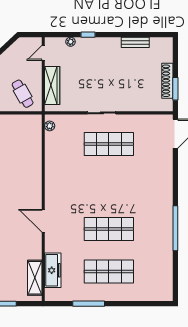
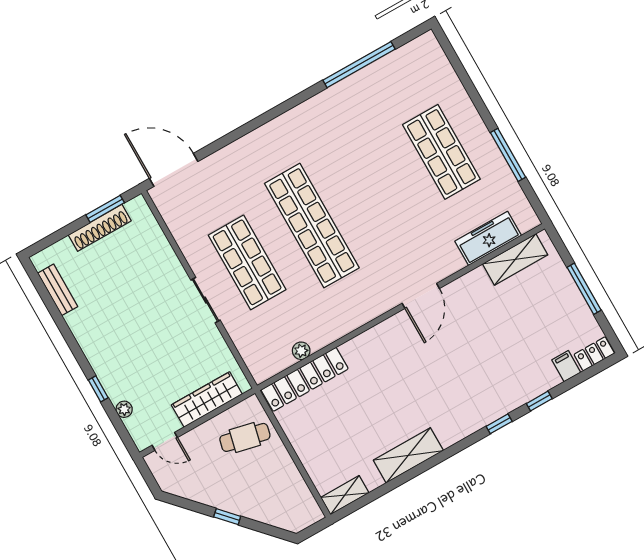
bench: (135, 42) -> (58, 290), moved
cafe table: (23, 94) -> (245, 437), turned 43
plant: (50, 126) -> (301, 351), moved
locker: (35, 140) -> (305, 379), added
window: (175, 228) -> (359, 65), moved
shop shelf: (109, 229) -> (312, 226), moved, width x1.40

